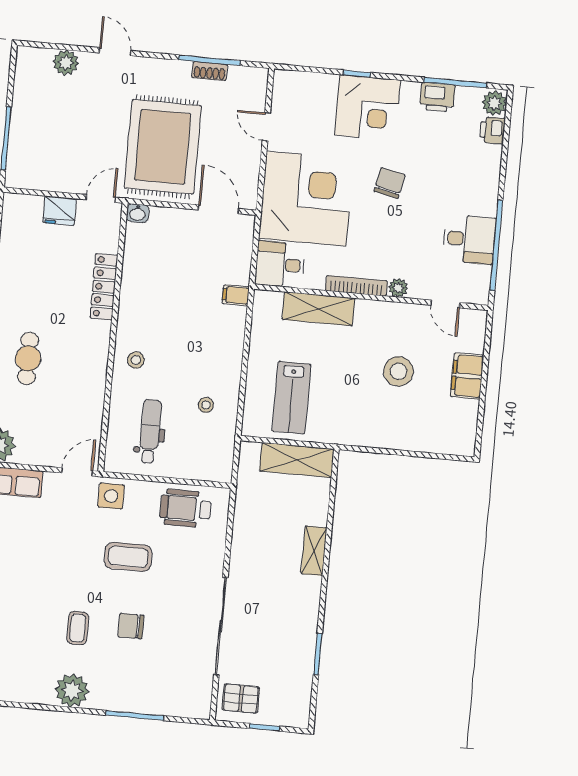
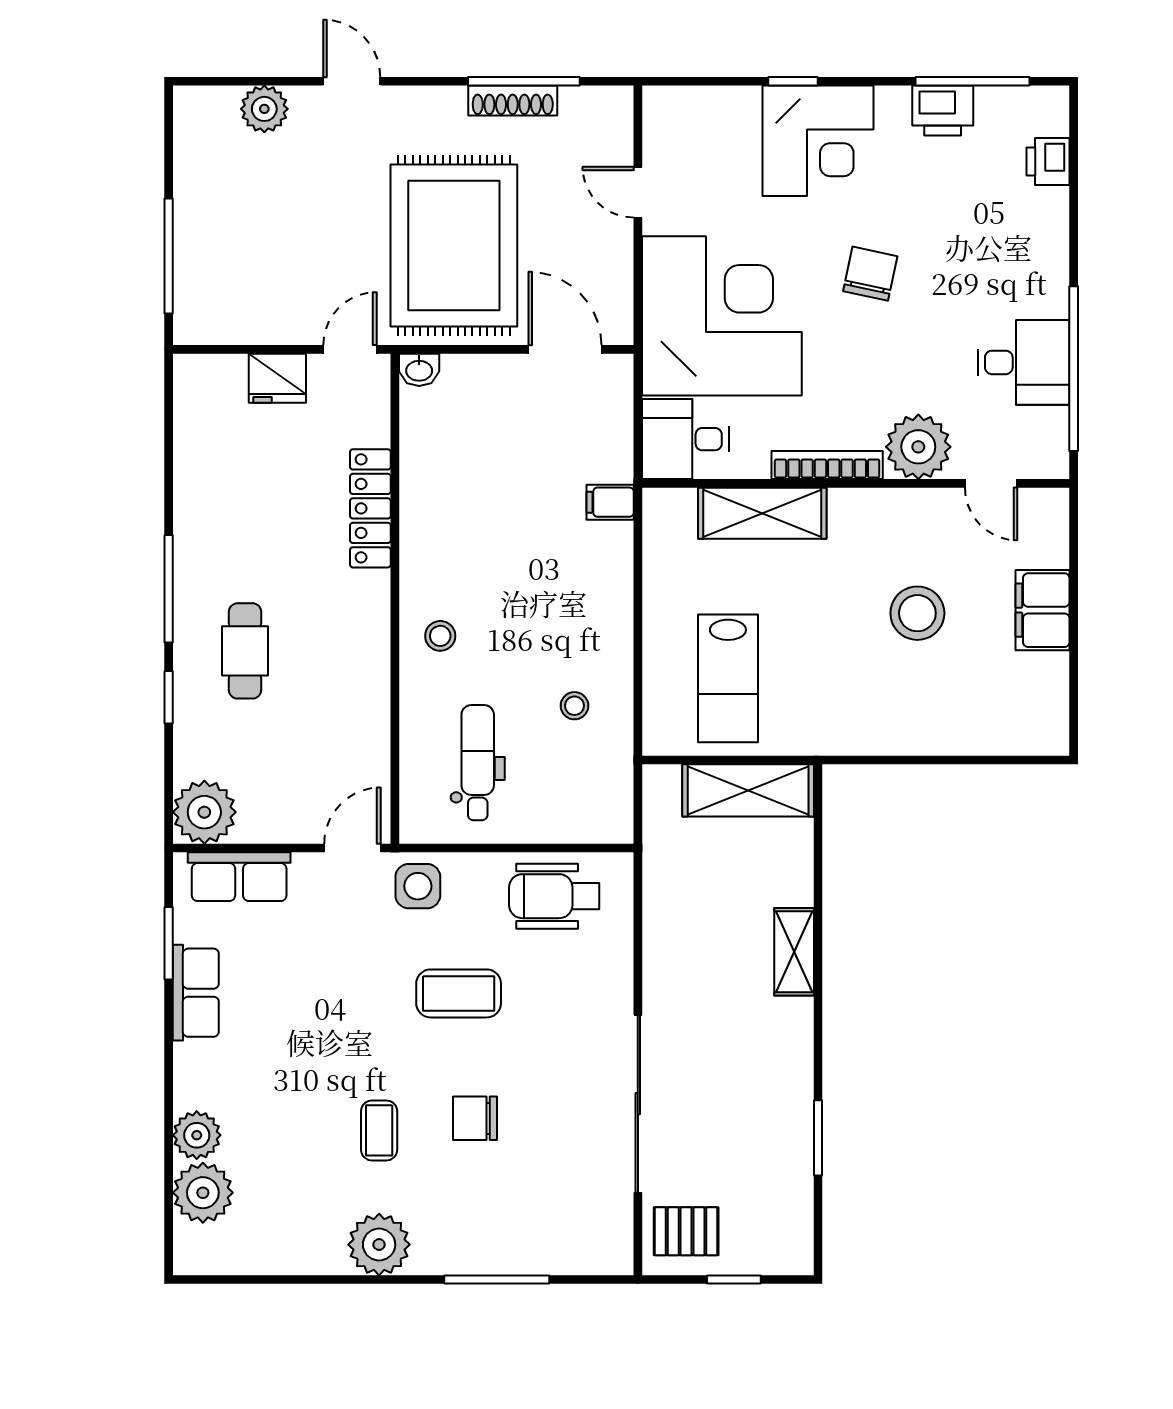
shoe rack: (210, 71) -> (513, 100), width x1.43
plant: (494, 103) -> (1047, 112), removed
plant: (398, 288) -> (918, 447), width x1.88, depth x1.88

